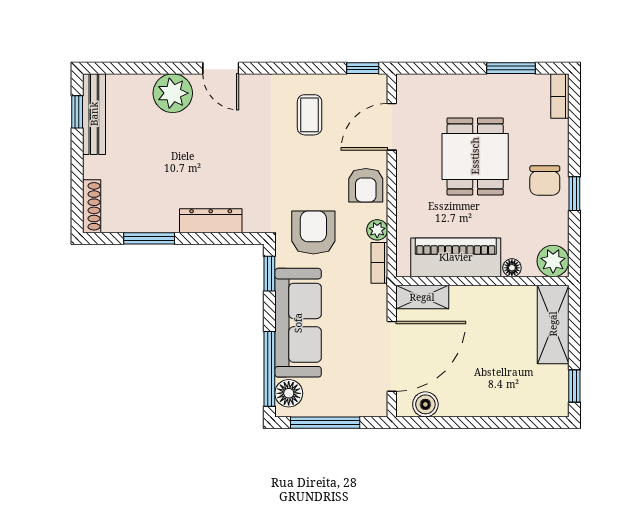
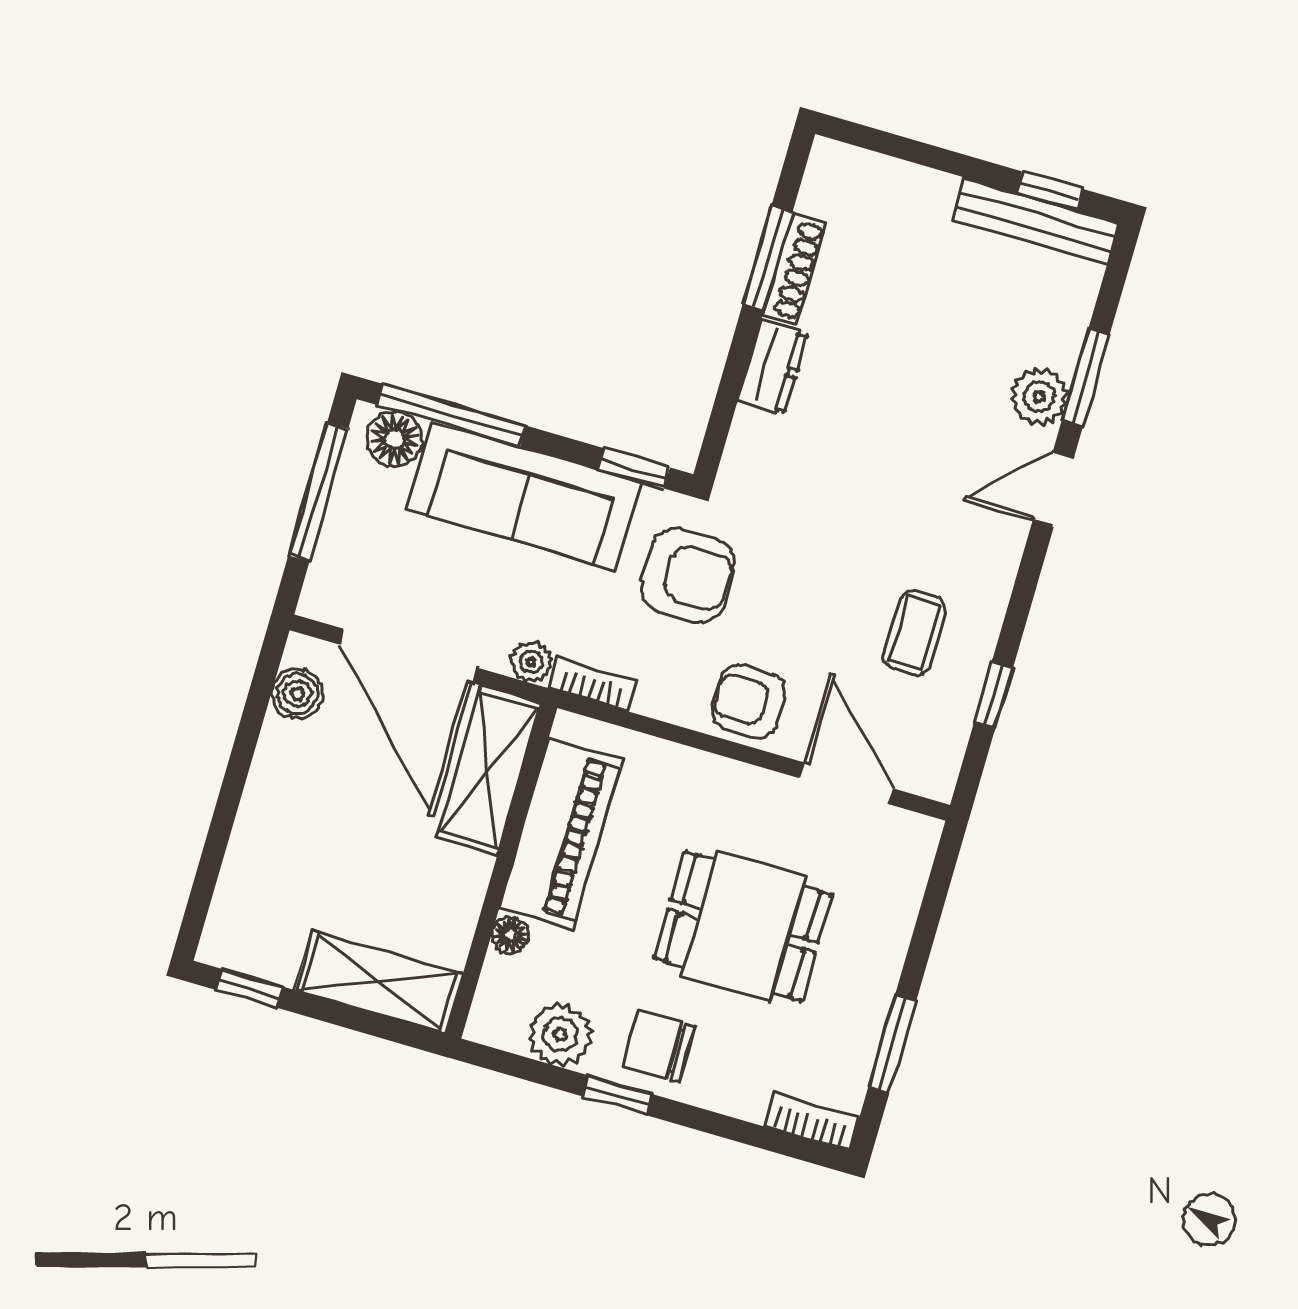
window: (162, 68) -> (1086, 378), added
window: (363, 68) -> (993, 695), moved
plant: (173, 93) -> (1039, 397), width x0.73, depth x0.73
coffee table: (310, 115) -> (915, 633), turned 90
shoe rack: (92, 206) -> (795, 269), moved, turned -90
dresser: (211, 221) -> (772, 367), width x0.70
plant: (377, 230) -> (531, 662), moved
plant: (553, 261) -> (560, 1034), moved
shelving: (422, 297) -> (489, 770), width x1.50, depth x1.33

